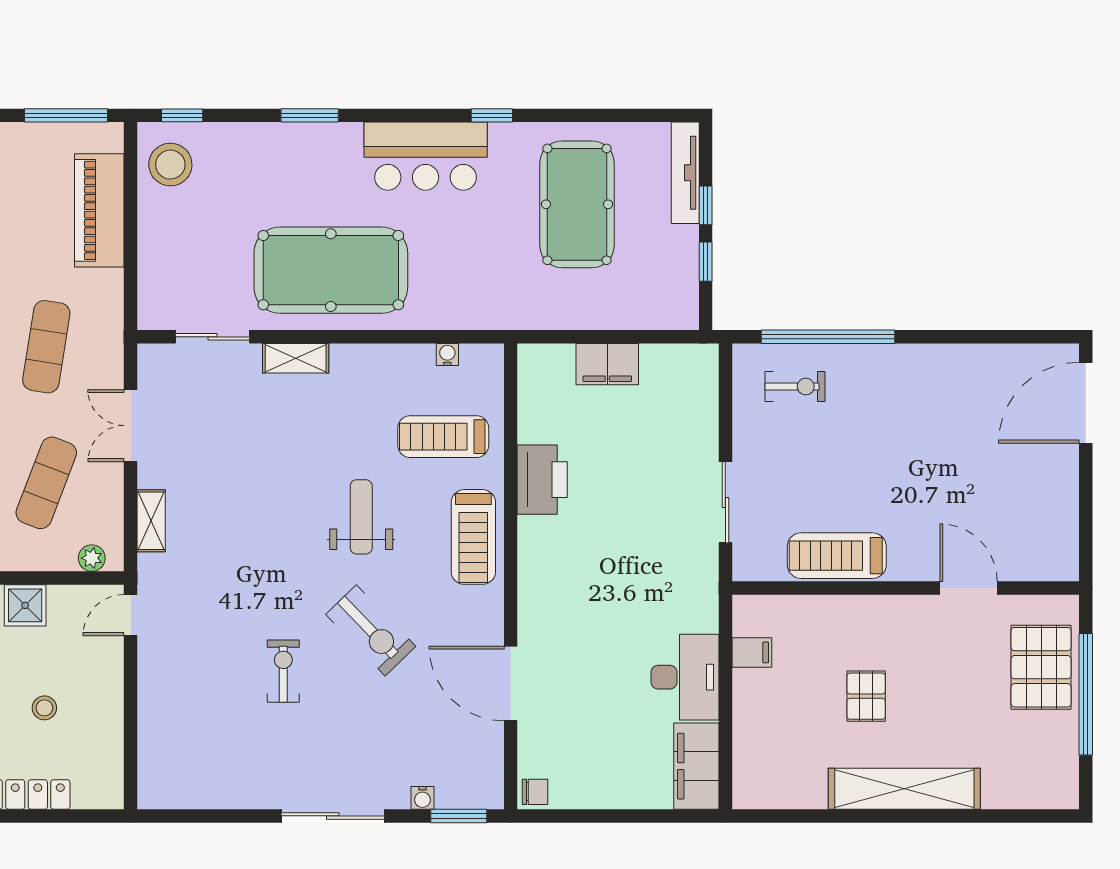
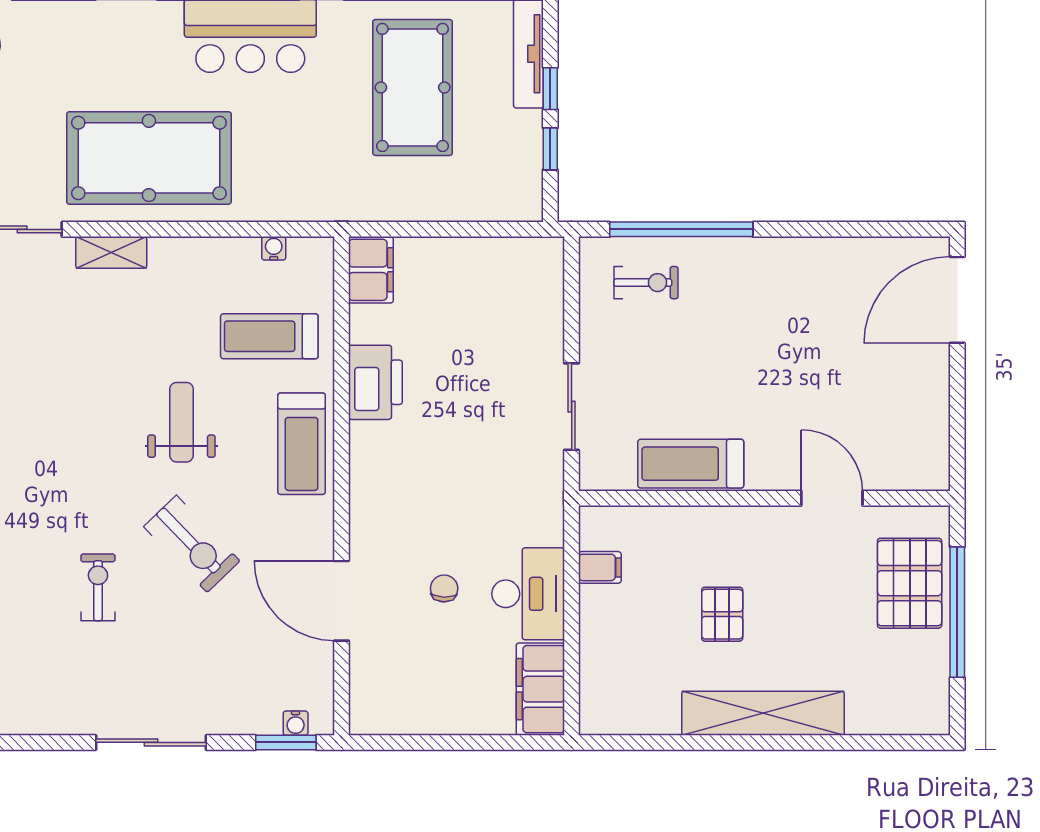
filing cabinet: (607, 364) -> (371, 270), moved, turned -90
chair: (535, 792) -> (444, 588), moved, turned -88
water cooler: (422, 798) -> (296, 723), moved

